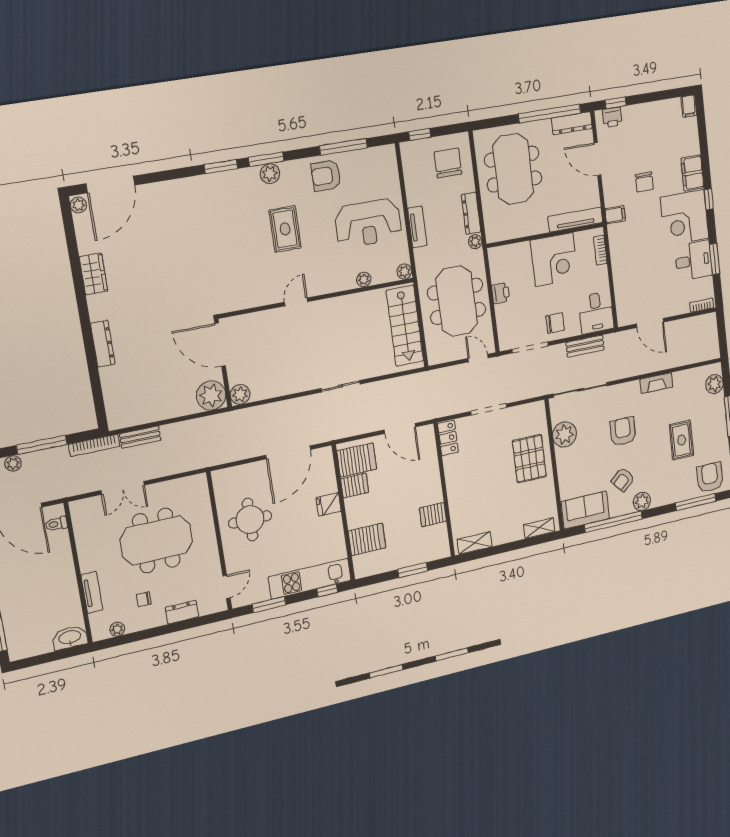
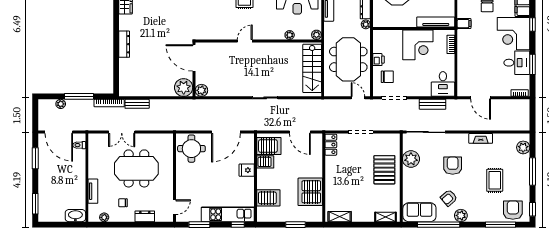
chair: (555, 323) -> (387, 77), moved
server rack: (433, 515) -> (310, 192), width x2.18, depth x1.44
round table: (250, 520) -> (191, 149), moved

